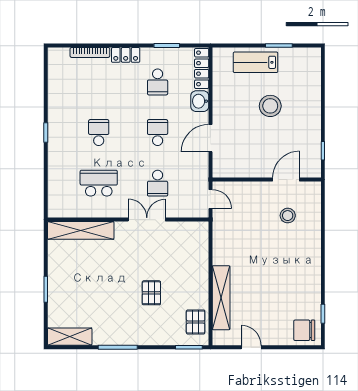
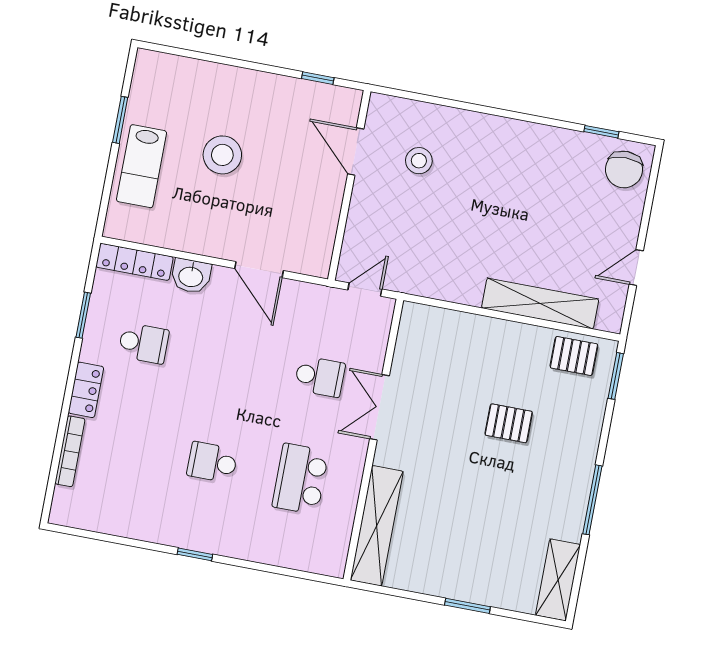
school desk: (158, 133) -> (232, 360), removed

